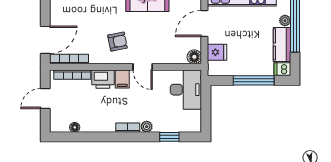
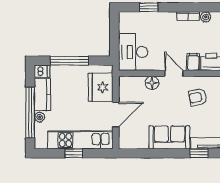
fridge: (217, 52) -> (101, 87), width x1.88, depth x1.34
floor lamp: (194, 57) -> (152, 83), moved
plant: (147, 127) -> (206, 17), moved

